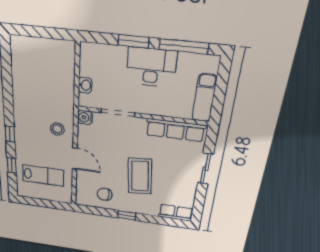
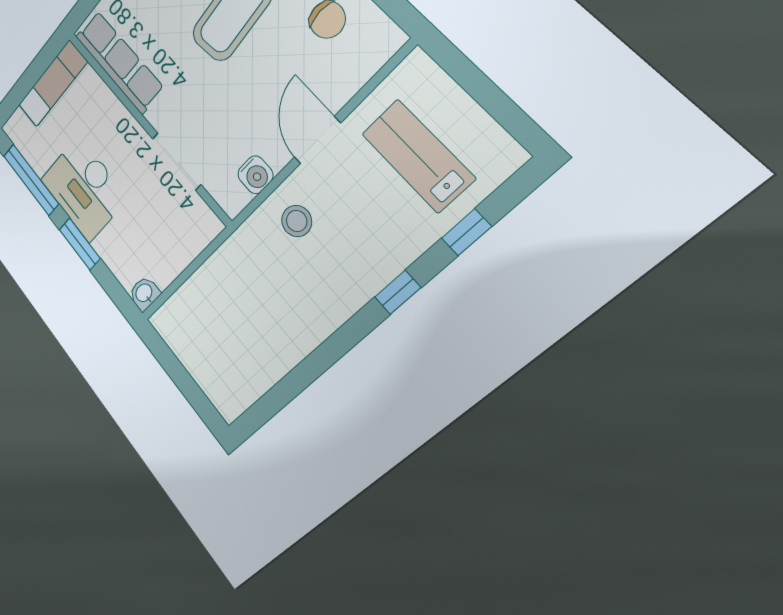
washbasin: (85, 85) -> (144, 293), moved
water cooler: (85, 117) -> (255, 175), moved

